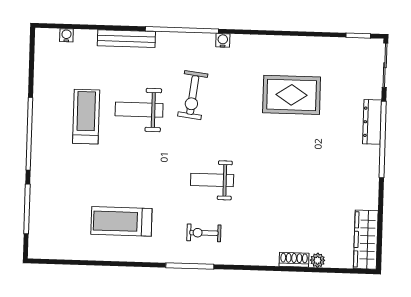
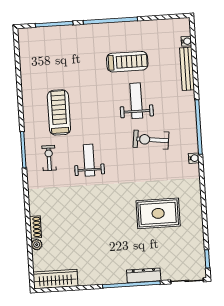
bench: (126, 39) -> (187, 69), moved
rug: (292, 95) -> (158, 213), turned 90
treadmill: (121, 221) -> (59, 112), moved

